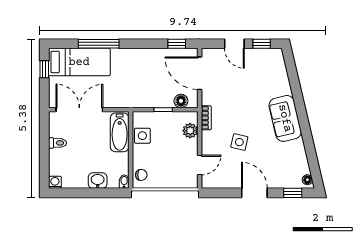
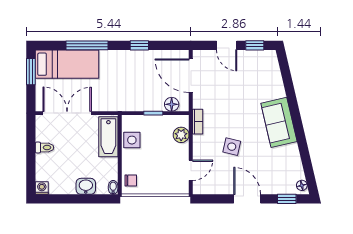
window: (177, 44) -> (139, 45), moved
window: (44, 69) -> (31, 72), width x1.50

